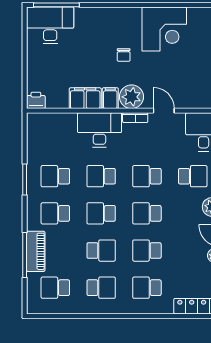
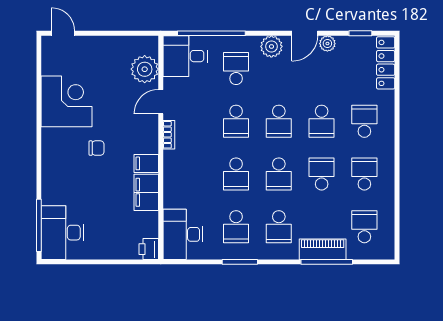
plant: (131, 97) -> (145, 69), moved
desk: (99, 130) -> (183, 234), moved
school desk: (55, 288) -> (364, 227), turned 180
school desk: (147, 288) -> (364, 121), turned 180

